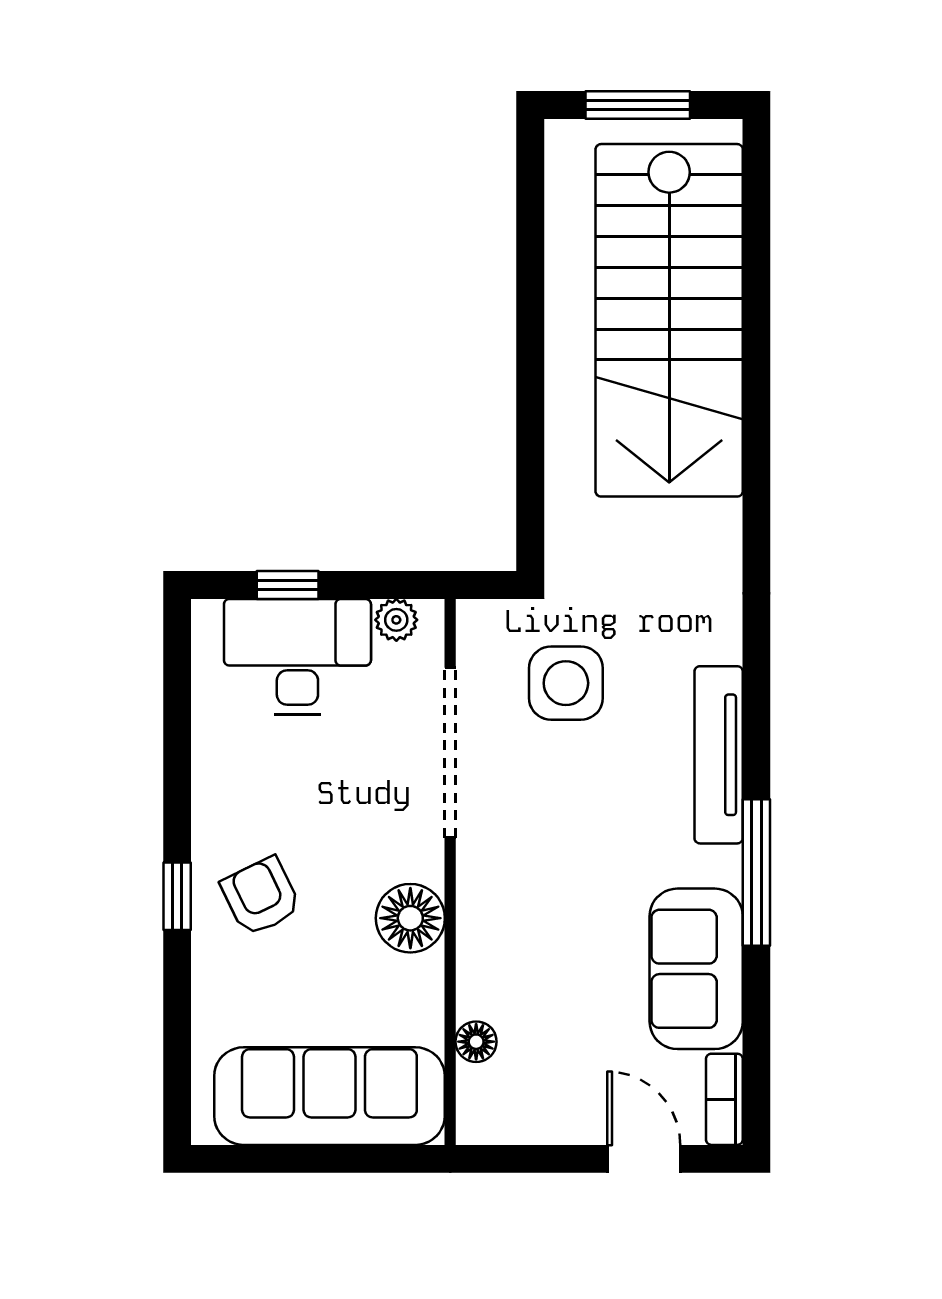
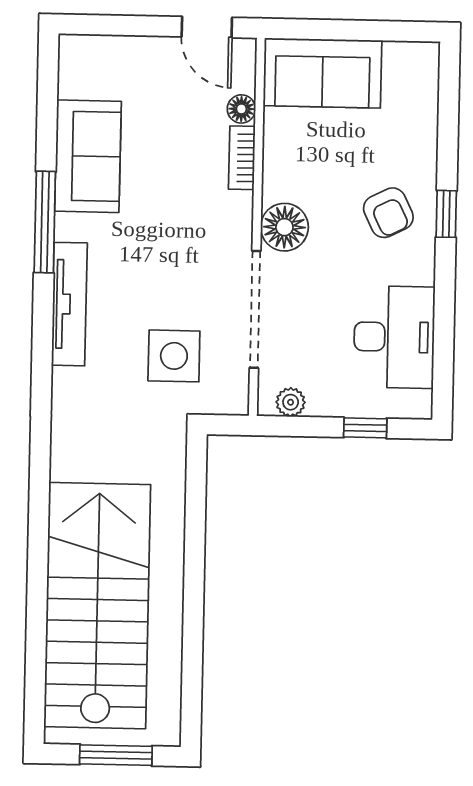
desk: (297, 656) -> (394, 337), moved, turned -90
floor lamp: (410, 918) -> (284, 227), moved
sofa: (329, 1096) -> (323, 73), width x0.73
bookcase: (724, 1099) -> (242, 158), moved, turned 180
door: (644, 1159) -> (207, 27), moved

